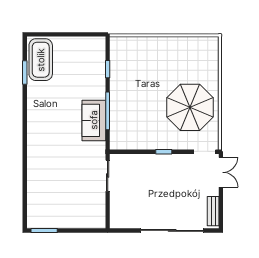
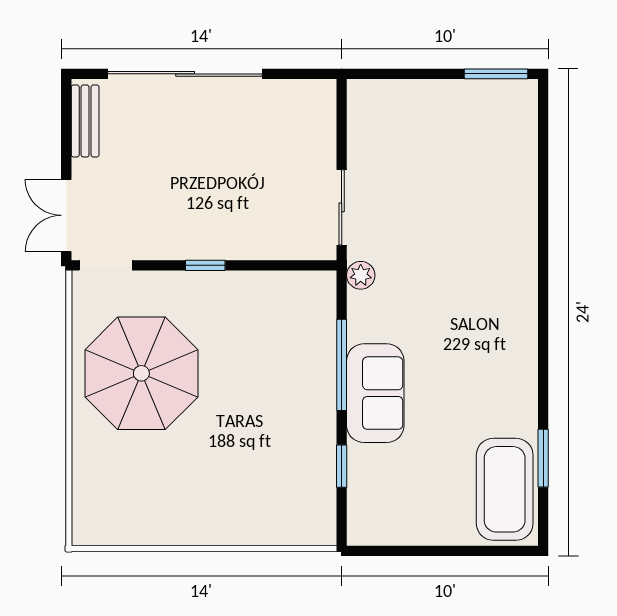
sofa: (94, 120) -> (375, 393), moved
plant: (100, 148) -> (361, 275), added

